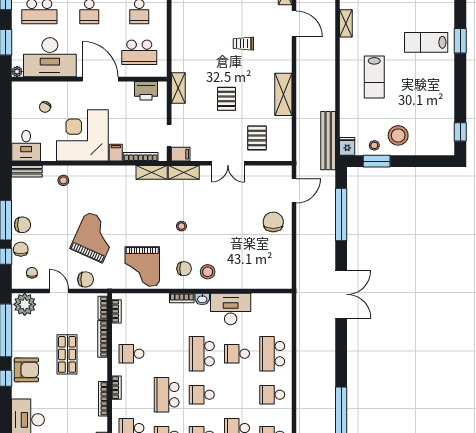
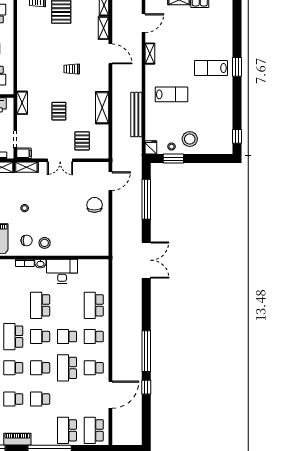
lab bench: (374, 77) -> (171, 94), turned -90
bench: (328, 141) -> (136, 115), moved
school desk: (237, 354) -> (67, 337), moved

